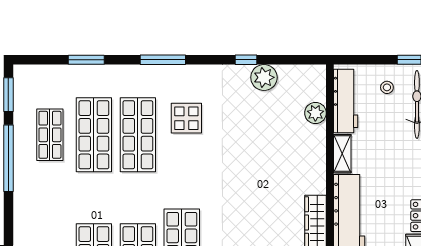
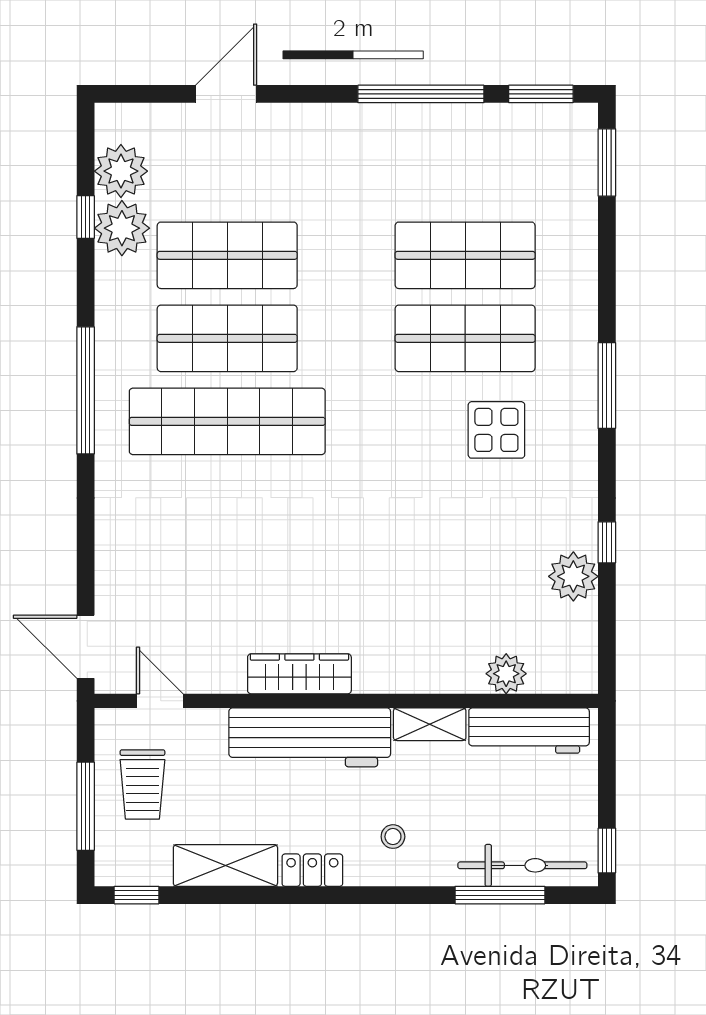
window: (86, 60) -> (607, 162), moved
stool: (387, 87) -> (393, 837), moved
shop shelf: (50, 135) -> (465, 172), removed

